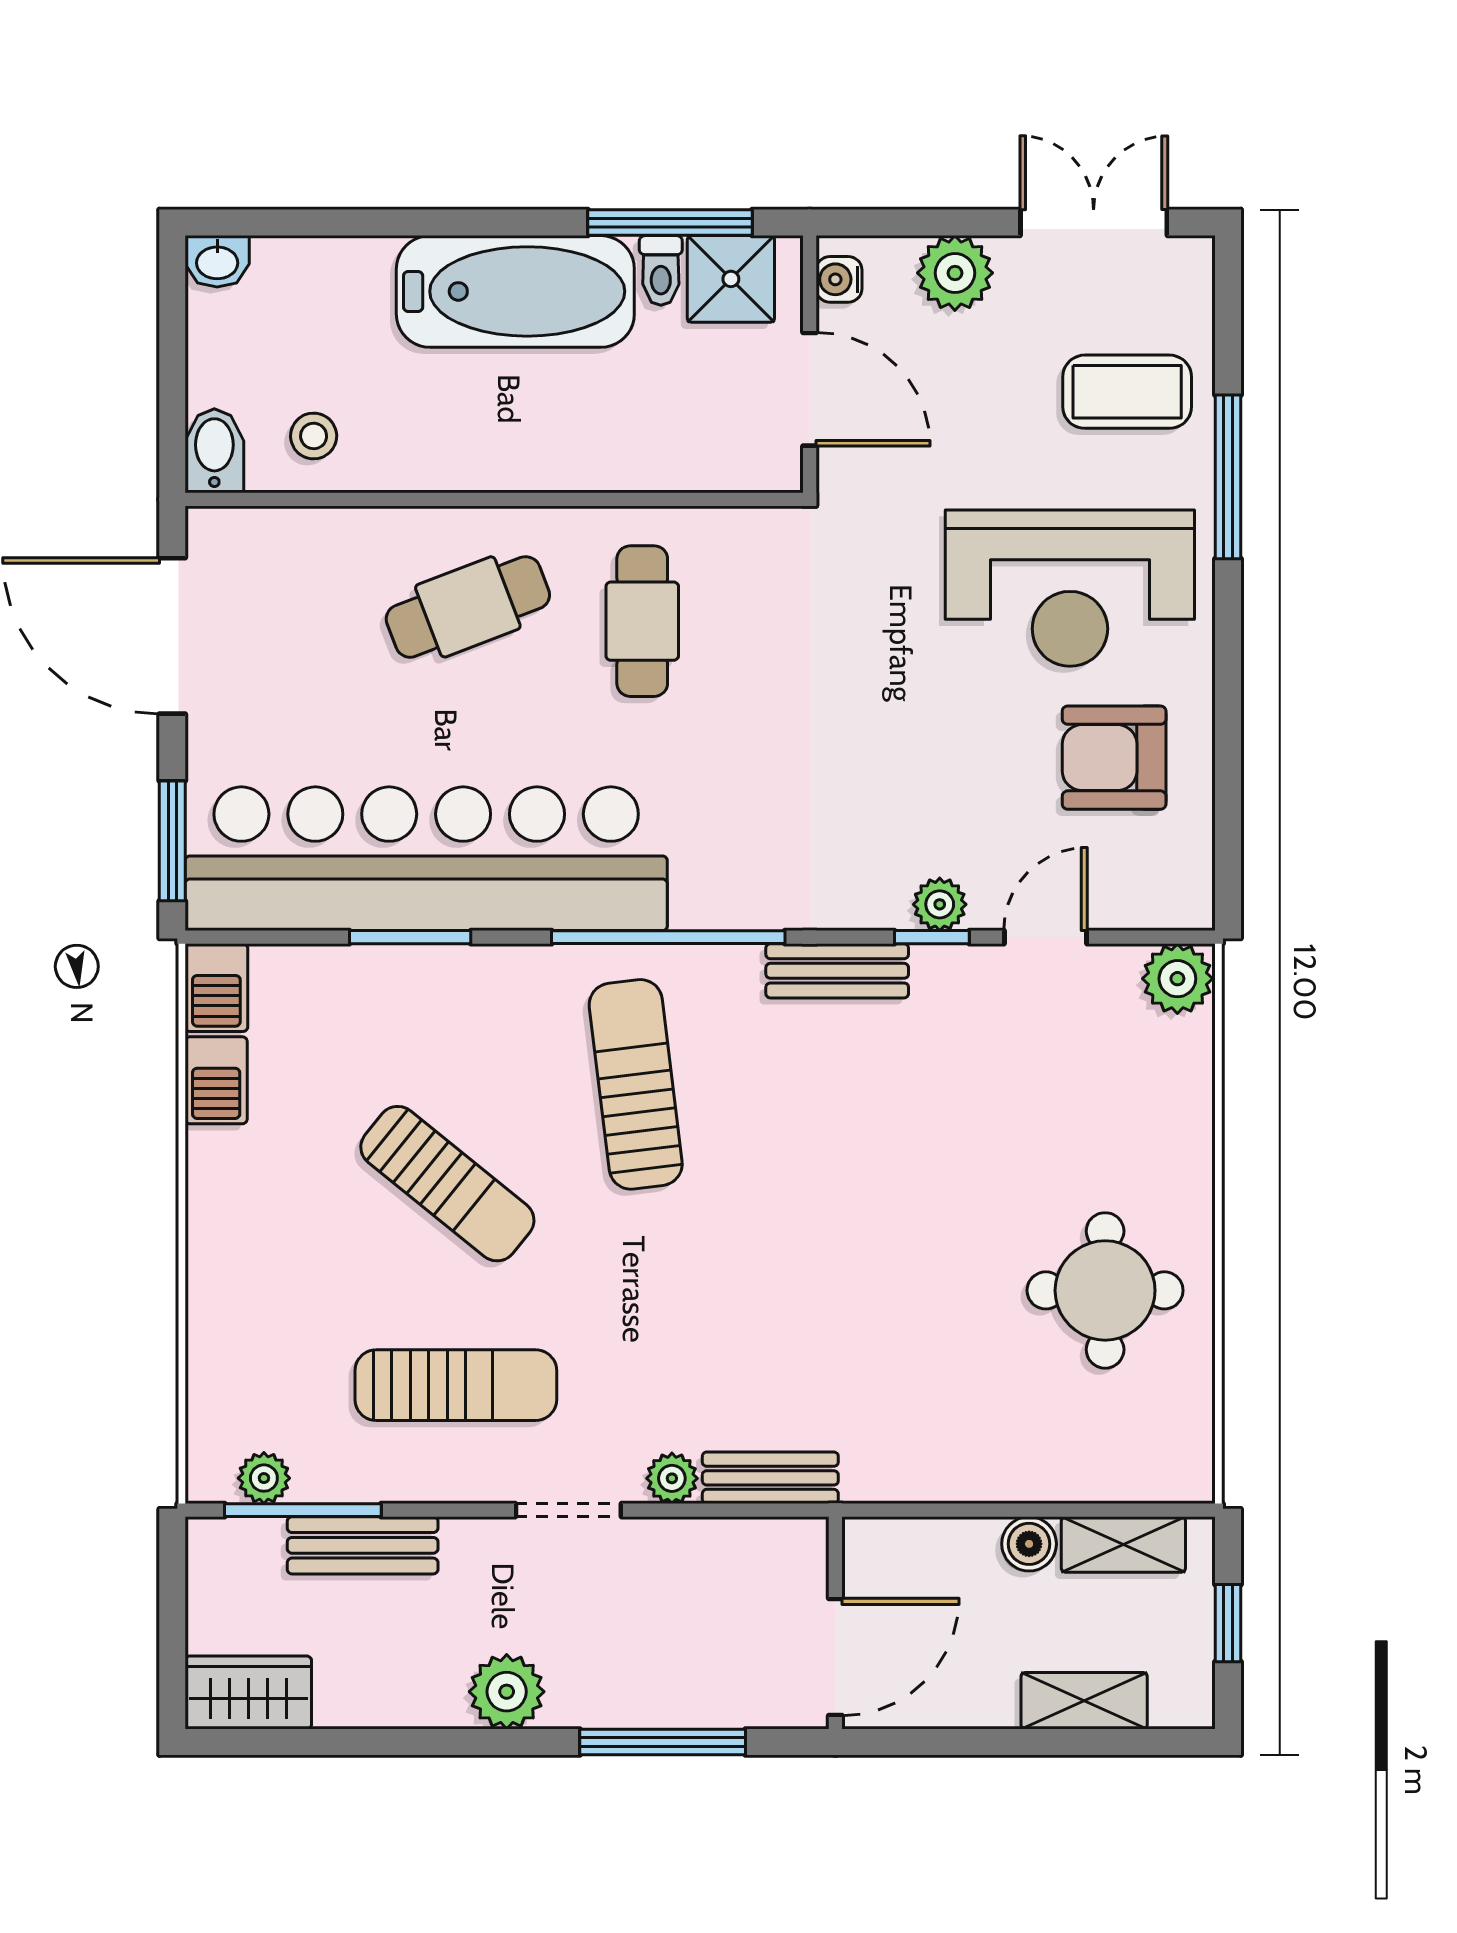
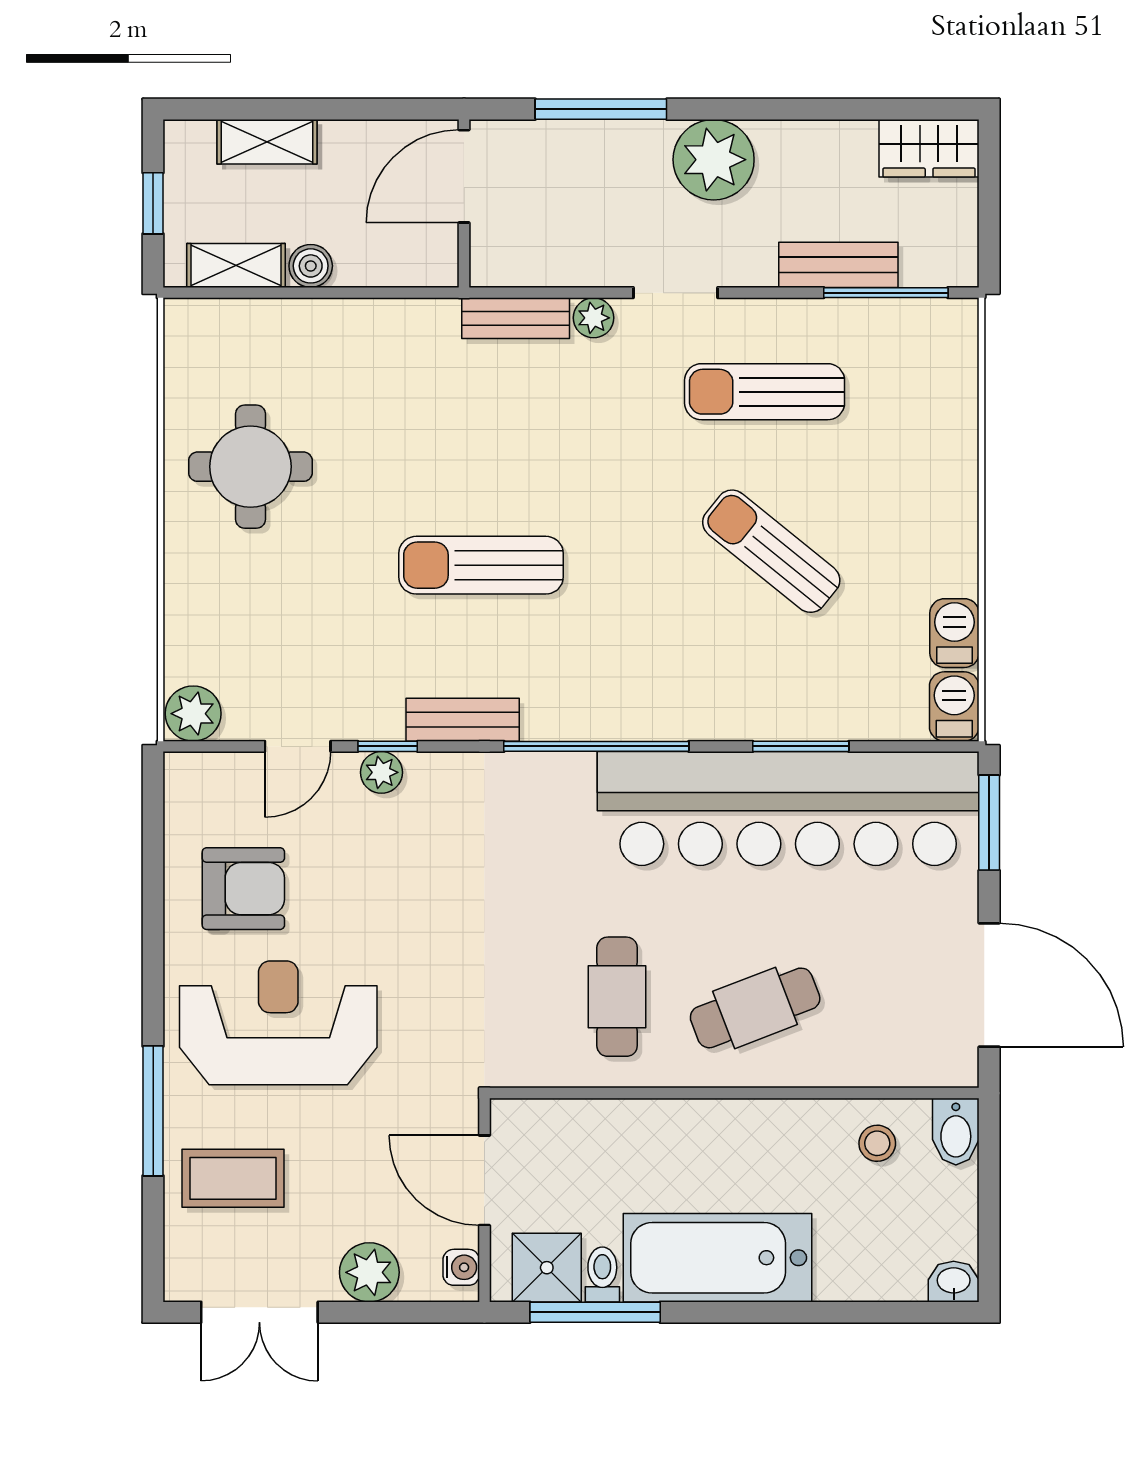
sun lounger: (636, 1084) -> (481, 565), moved, turned 97
plant: (264, 1478) -> (917, 318), removed
plant: (507, 1692) -> (714, 160), width x1.36, depth x1.36

